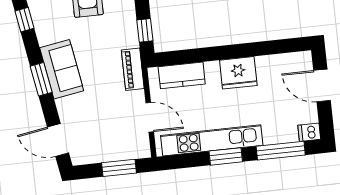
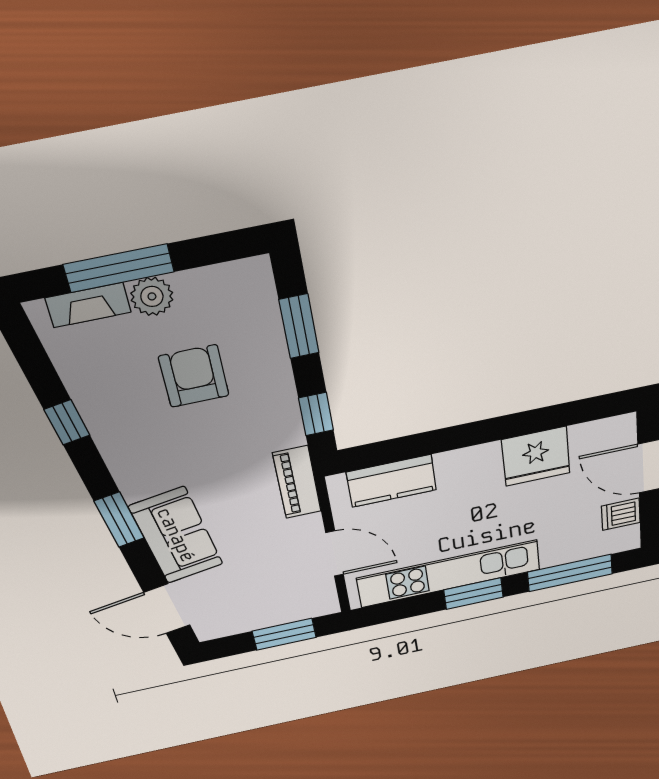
sofa: (62, 69) -> (176, 535), moved
fridge: (238, 73) -> (536, 456), moved
dishwasher: (309, 132) -> (621, 514), moved

